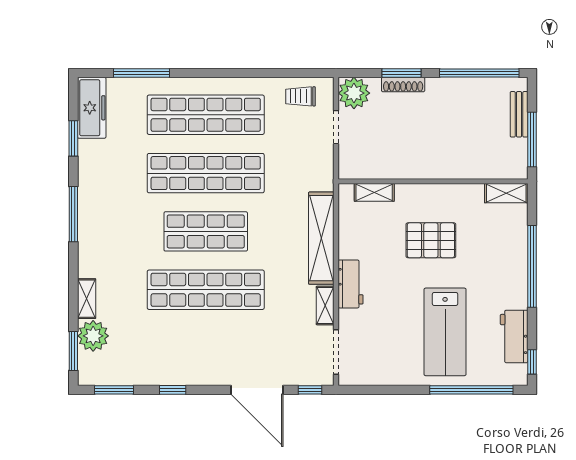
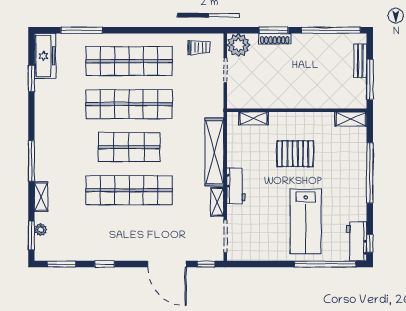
trolley: (301, 96) -> (199, 48), turned 180
window: (73, 214) -> (31, 161), moved
plant: (93, 336) -> (41, 230), width x0.53, depth x0.53
workbench: (514, 336) -> (357, 241), moved

